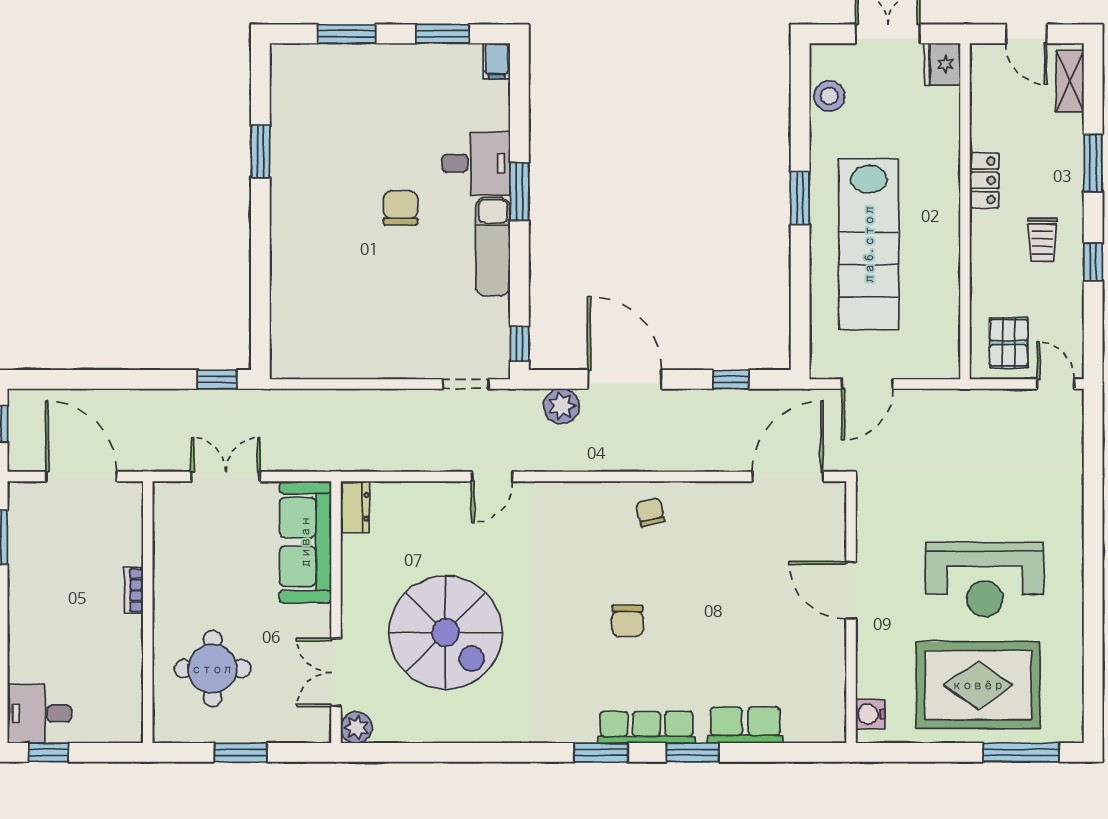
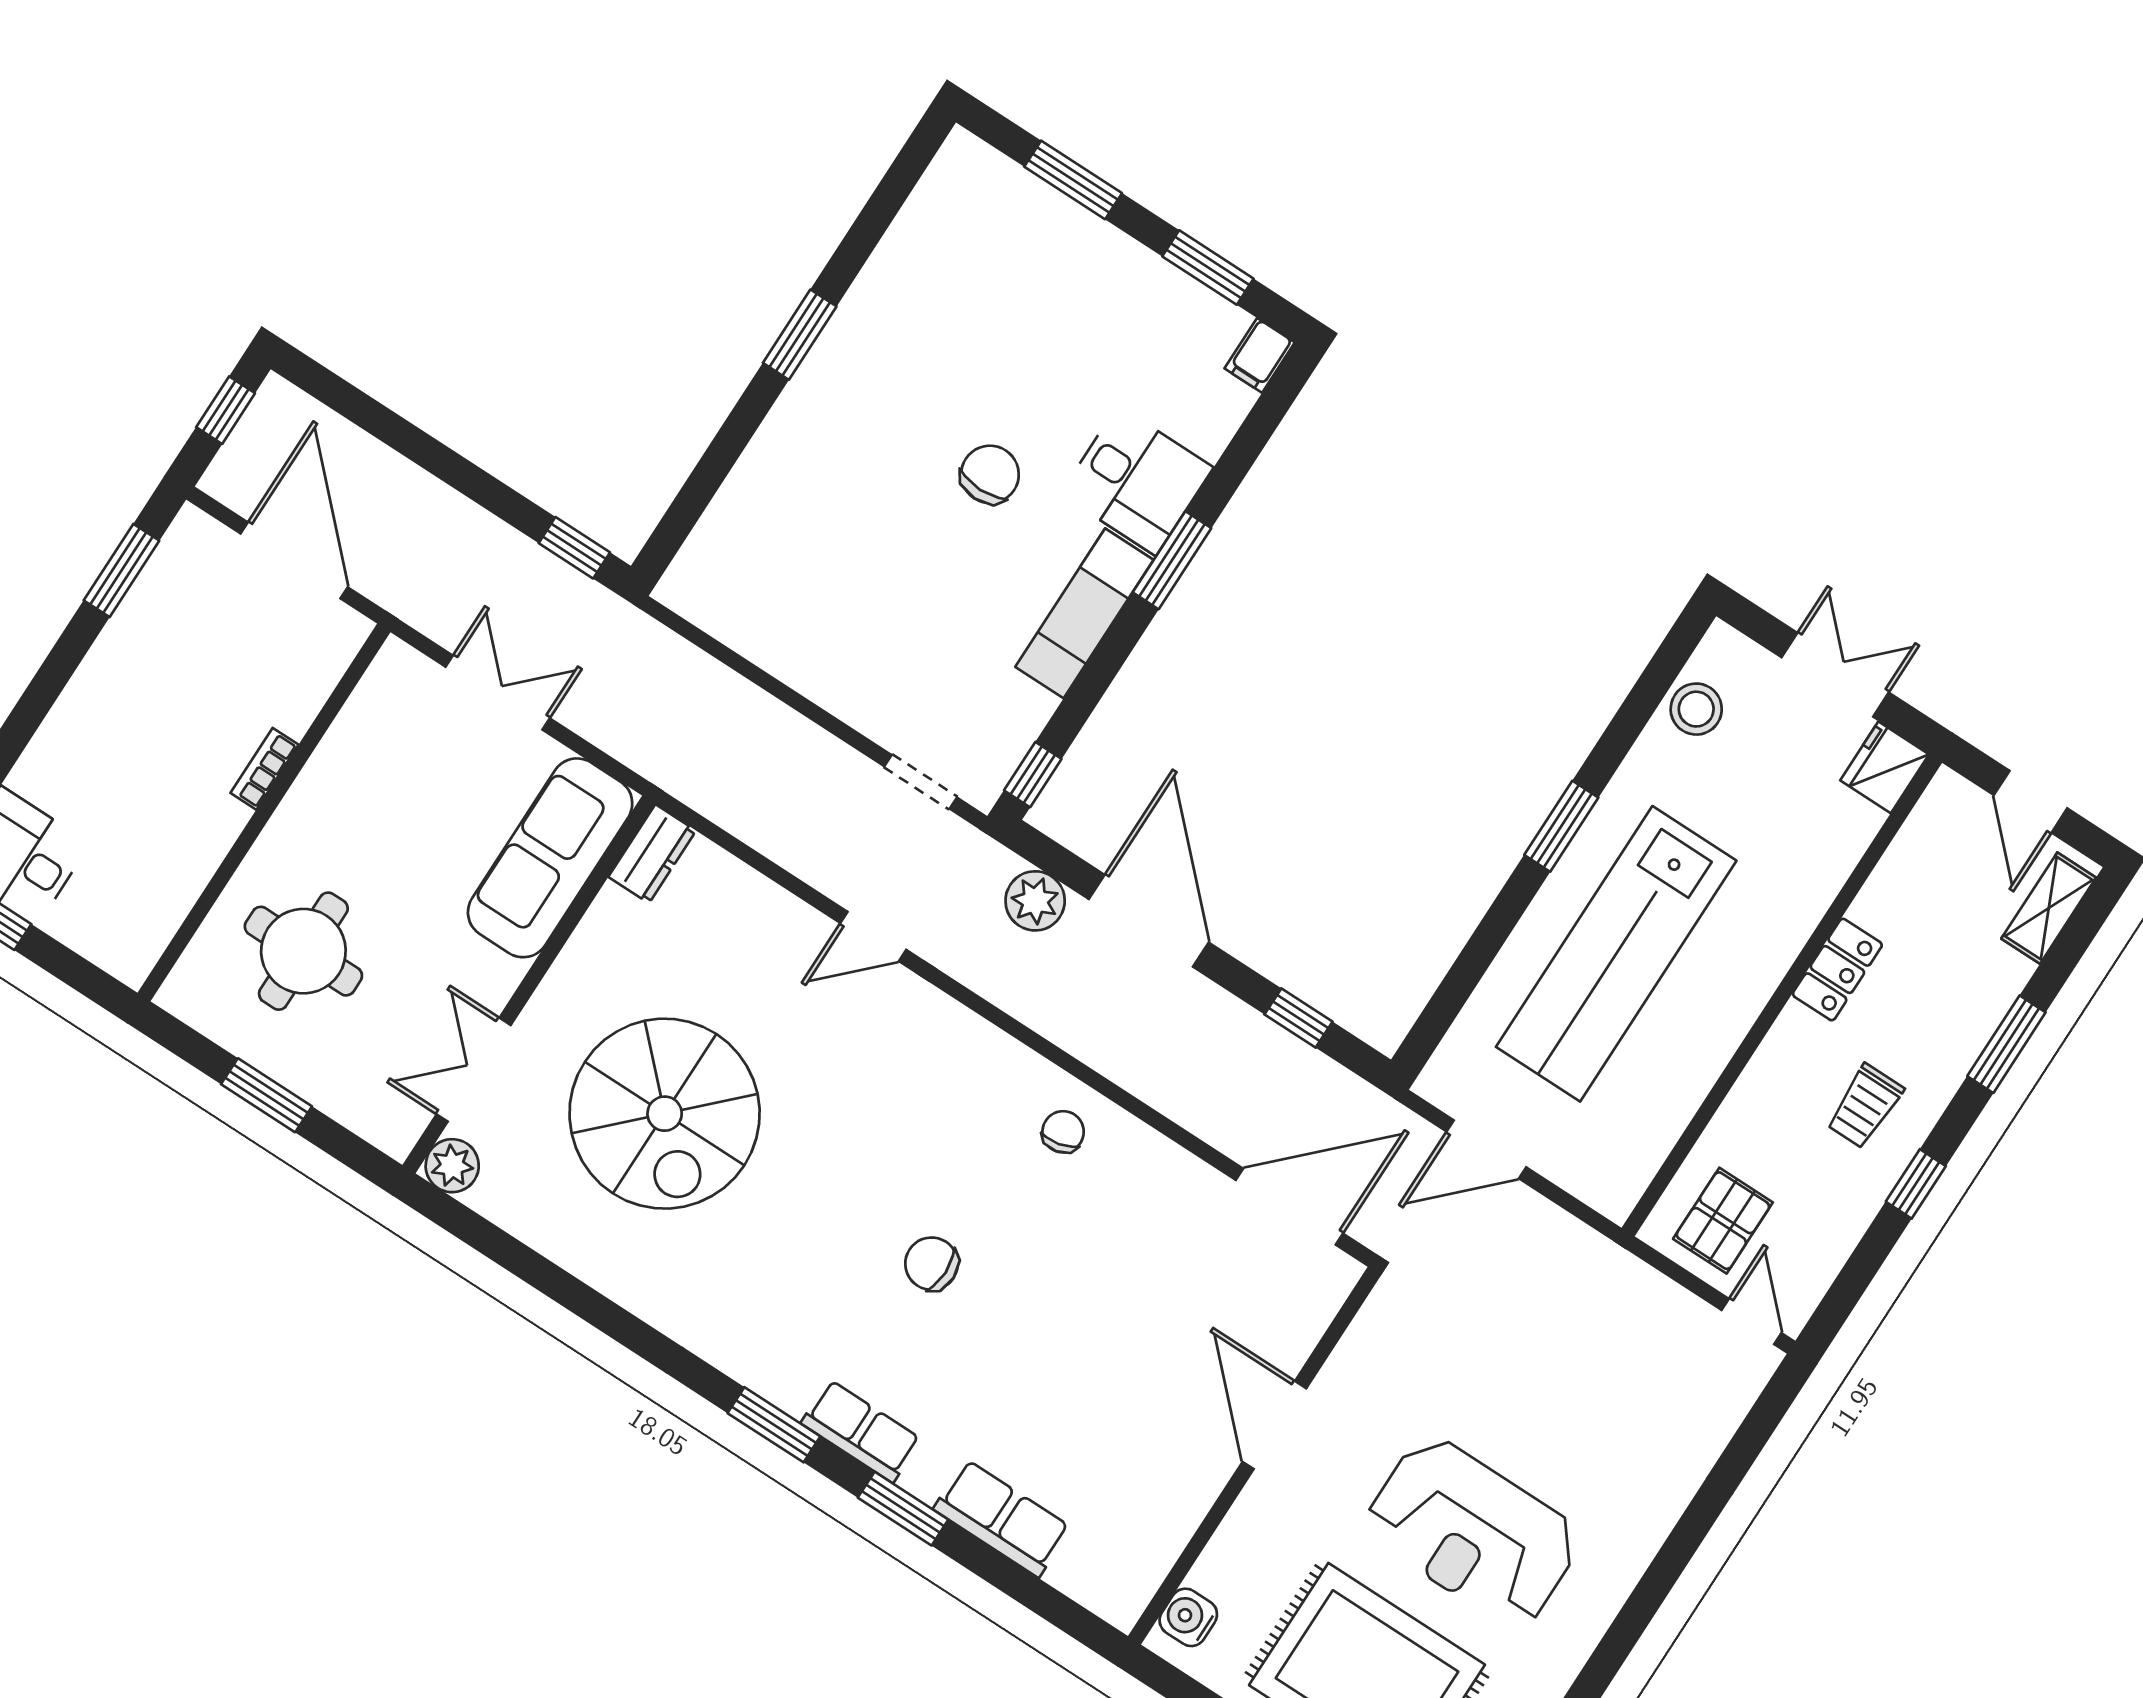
window: (260, 151) -> (800, 335), moved
chair: (627, 621) -> (932, 1264), turned 90
row of seats: (647, 727) -> (861, 1431), width x0.68

